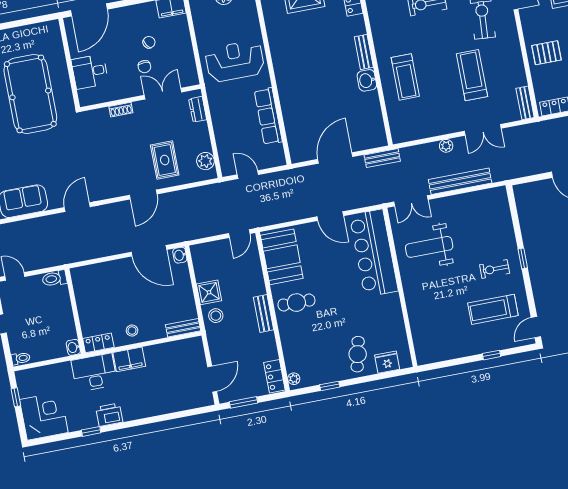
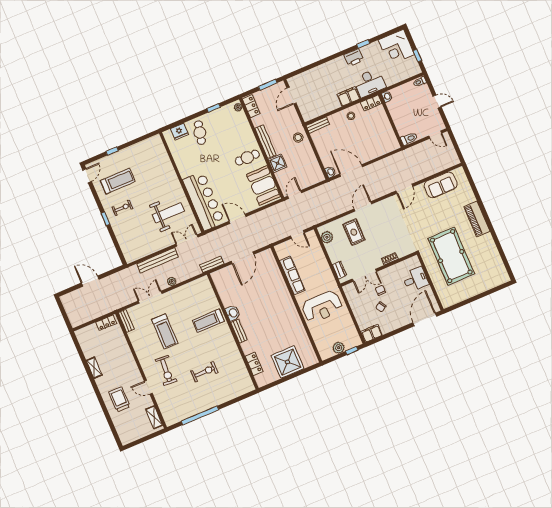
pallet: (546, 53) -> (119, 357), removed
treadmill: (405, 77) -> (208, 321), turned -90
shower: (209, 292) -> (278, 163), moved
bench: (264, 313) -> (266, 142), width x1.36

